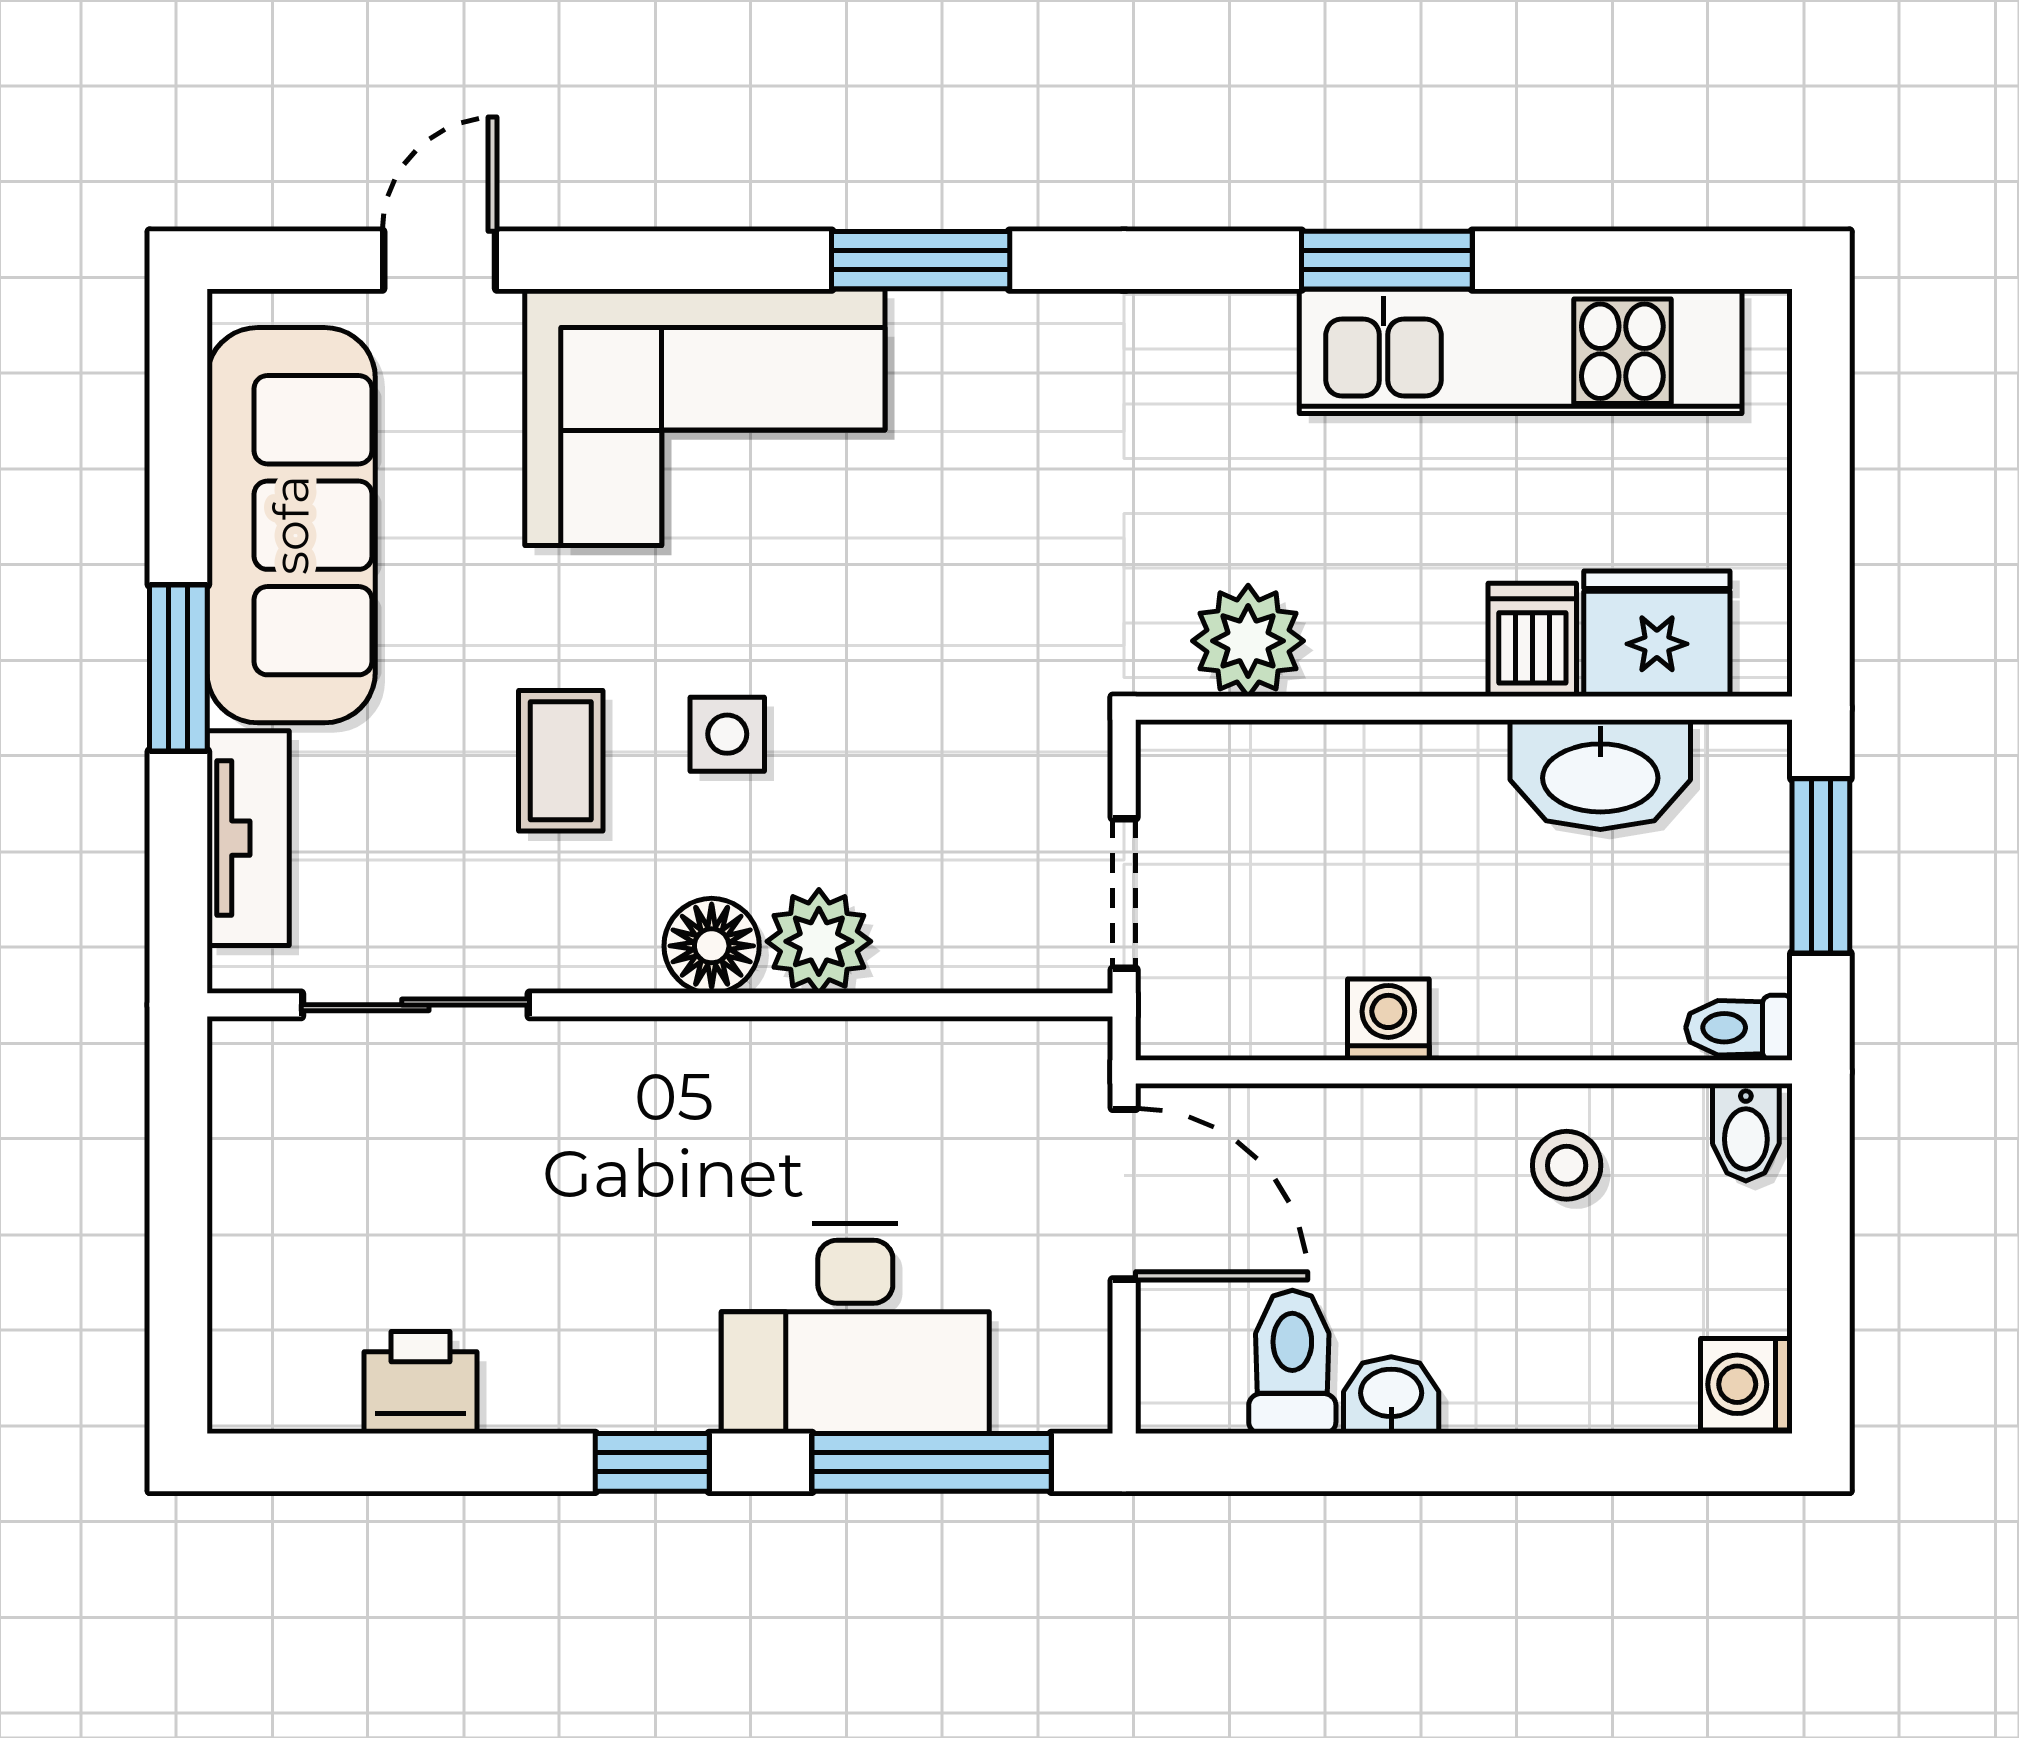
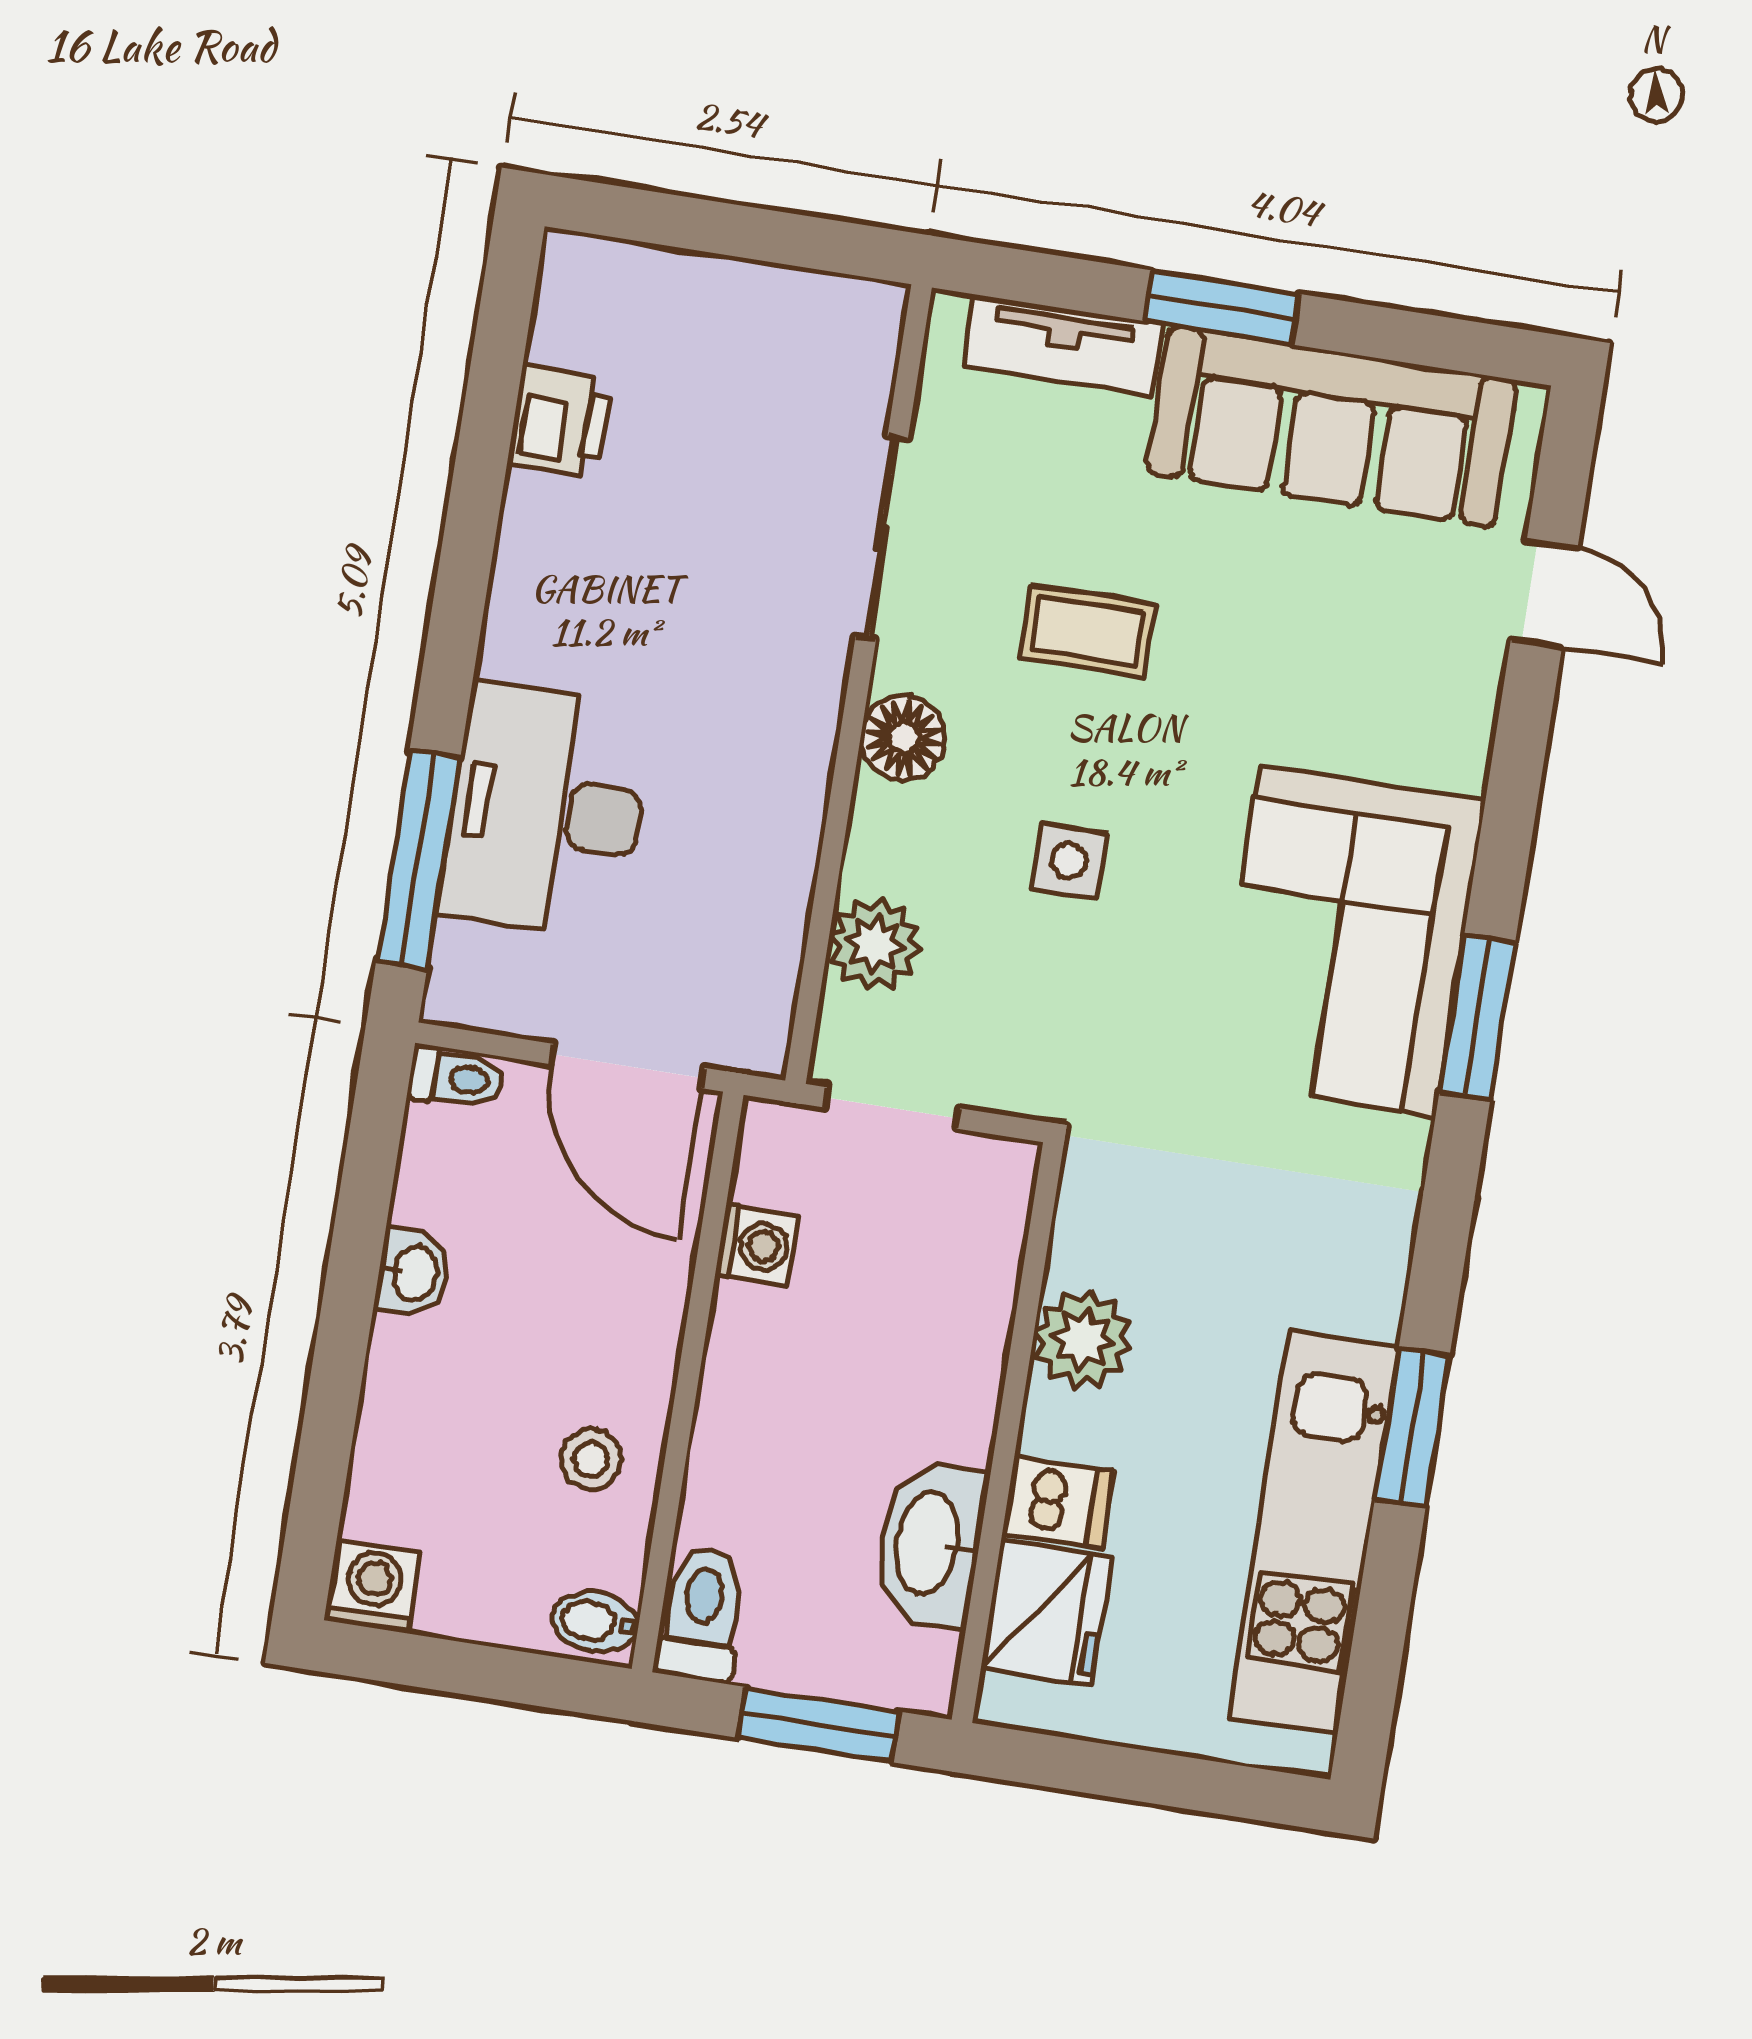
corner sofa: (705, 417) -> (1348, 941), moved
plant: (1248, 641) -> (1083, 1339), moved
side table: (727, 734) -> (1069, 861), moved
plant: (819, 941) -> (875, 944), moved
sliding door: (415, 1005) -> (882, 538), moved
washing machine: (1388, 1020) -> (756, 1245), moved
toilet: (1739, 1028) -> (702, 1614), width x1.37, depth x1.39
door: (1124, 1194) -> (627, 1066), hinge flipped
toilet: (1292, 1362) -> (456, 1078), moved, width x0.73, depth x0.72
window: (652, 1462) -> (457, 614), removed

